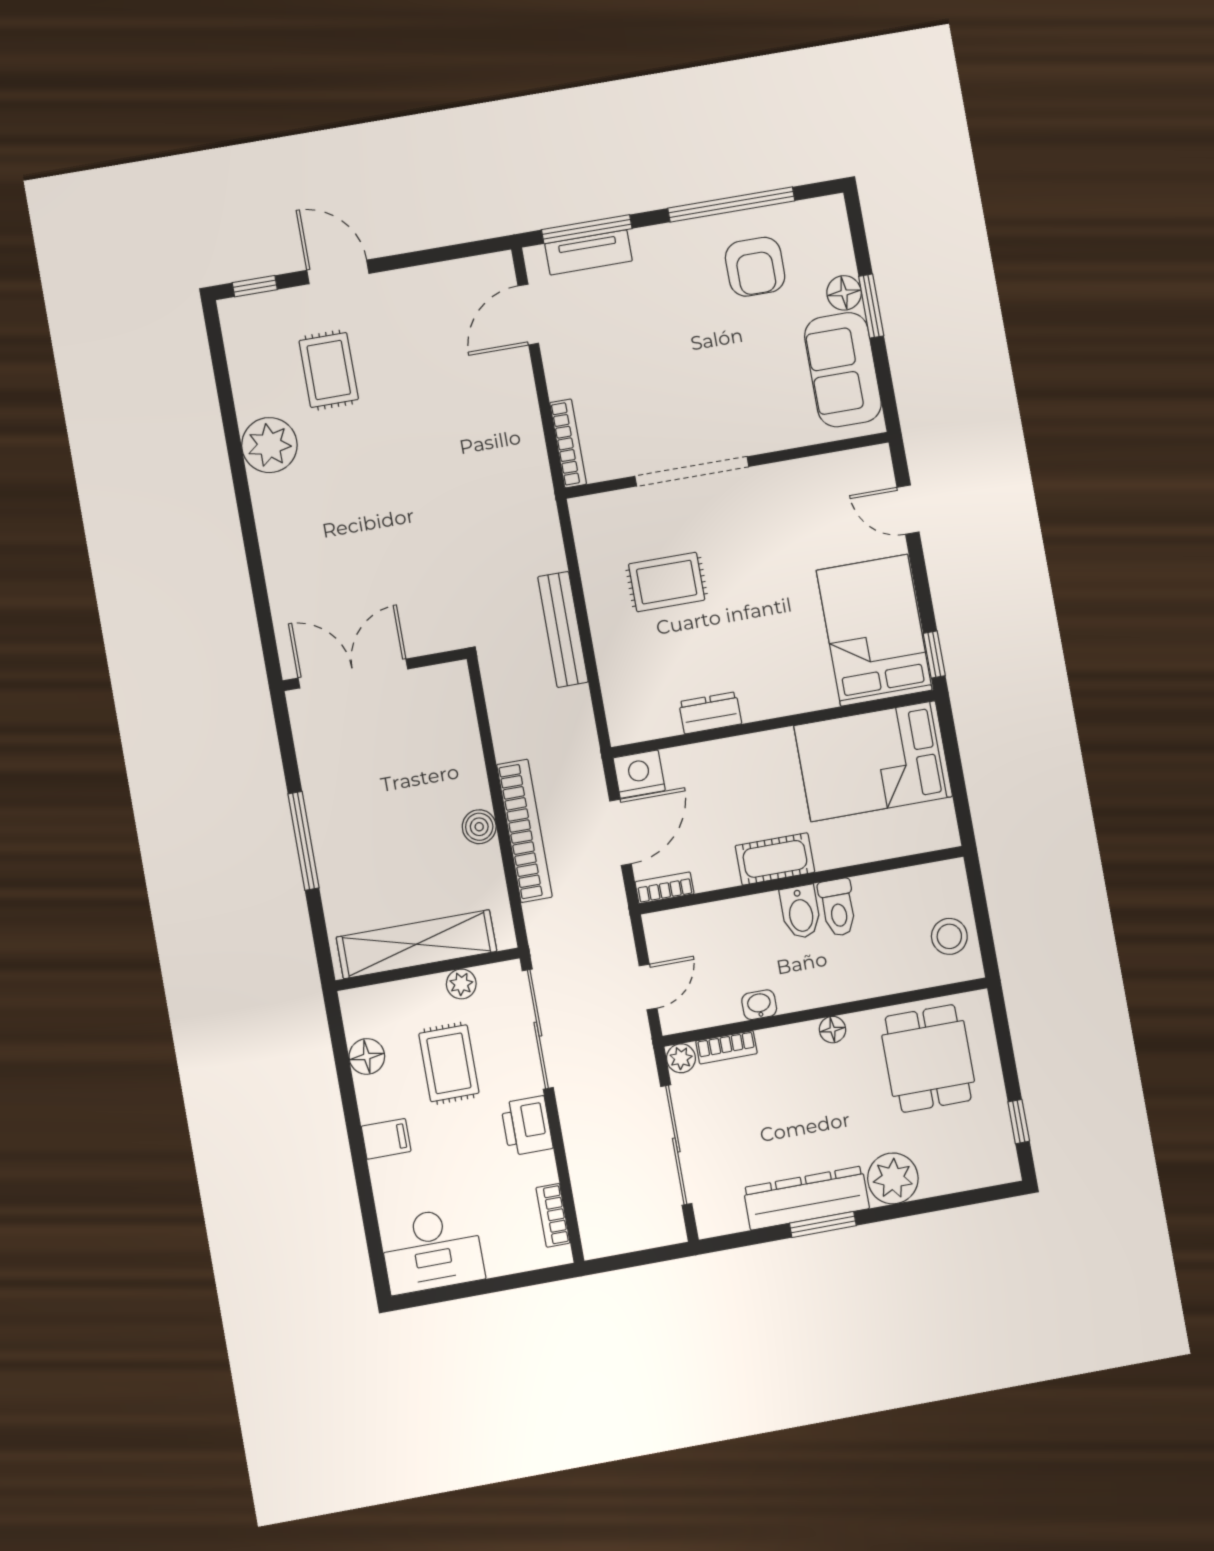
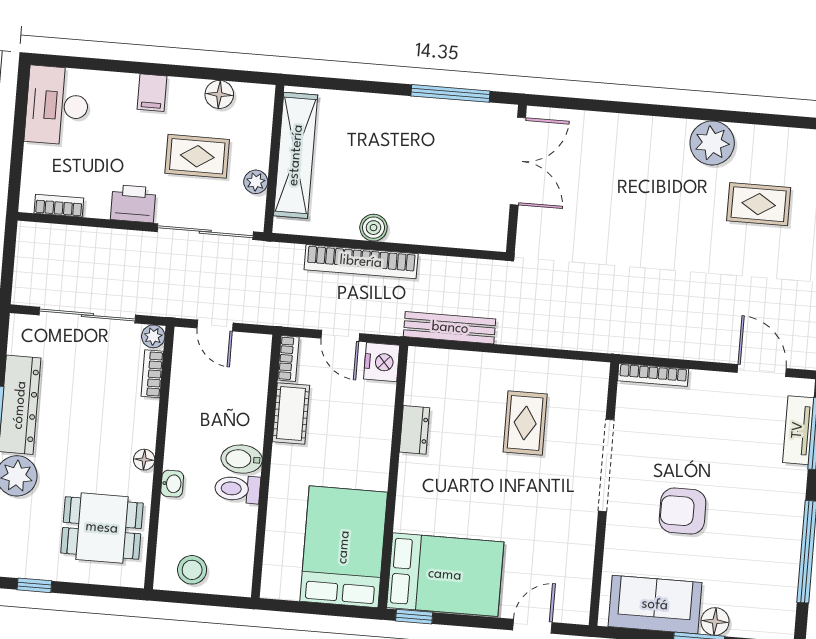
armchair: (755, 267) -> (683, 511), moved
bench: (563, 629) -> (450, 328), moved
door: (621, 832) -> (340, 336), width x0.73
window: (303, 841) -> (450, 93), moved
cot: (775, 859) -> (291, 413), moved
washbasin: (759, 1005) -> (172, 484), moved

